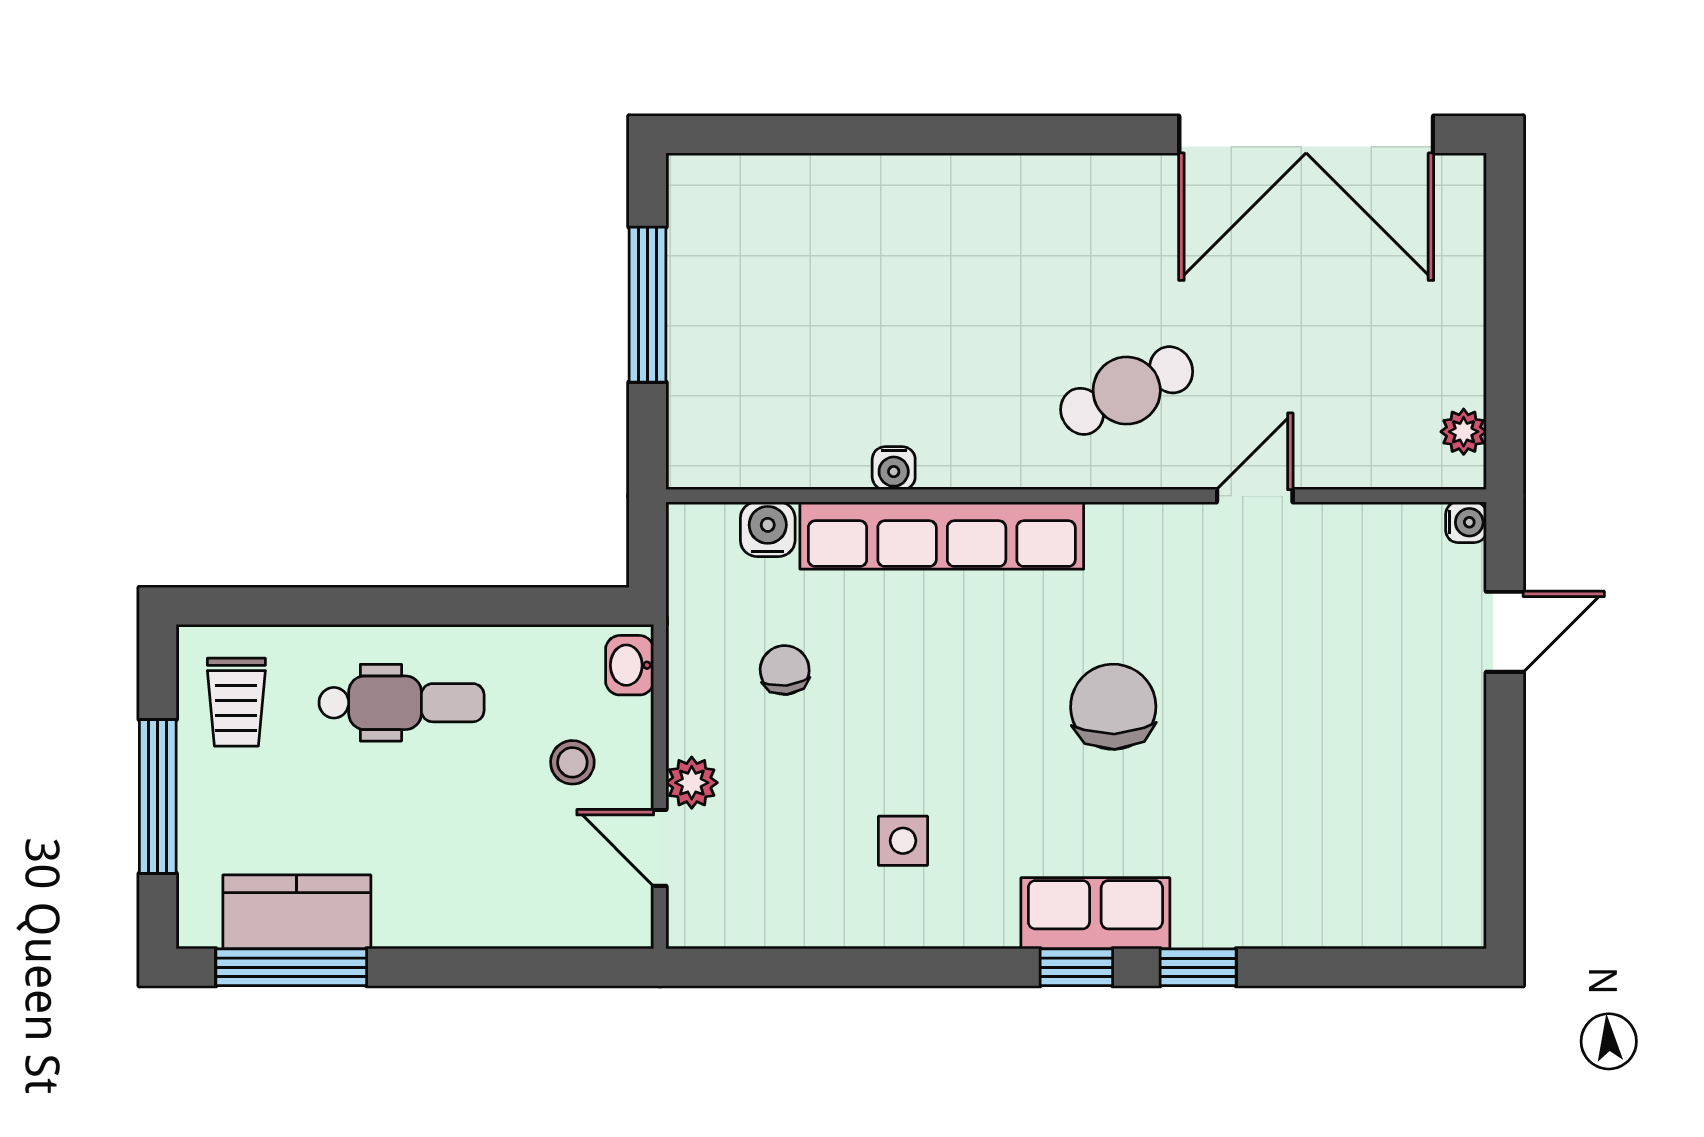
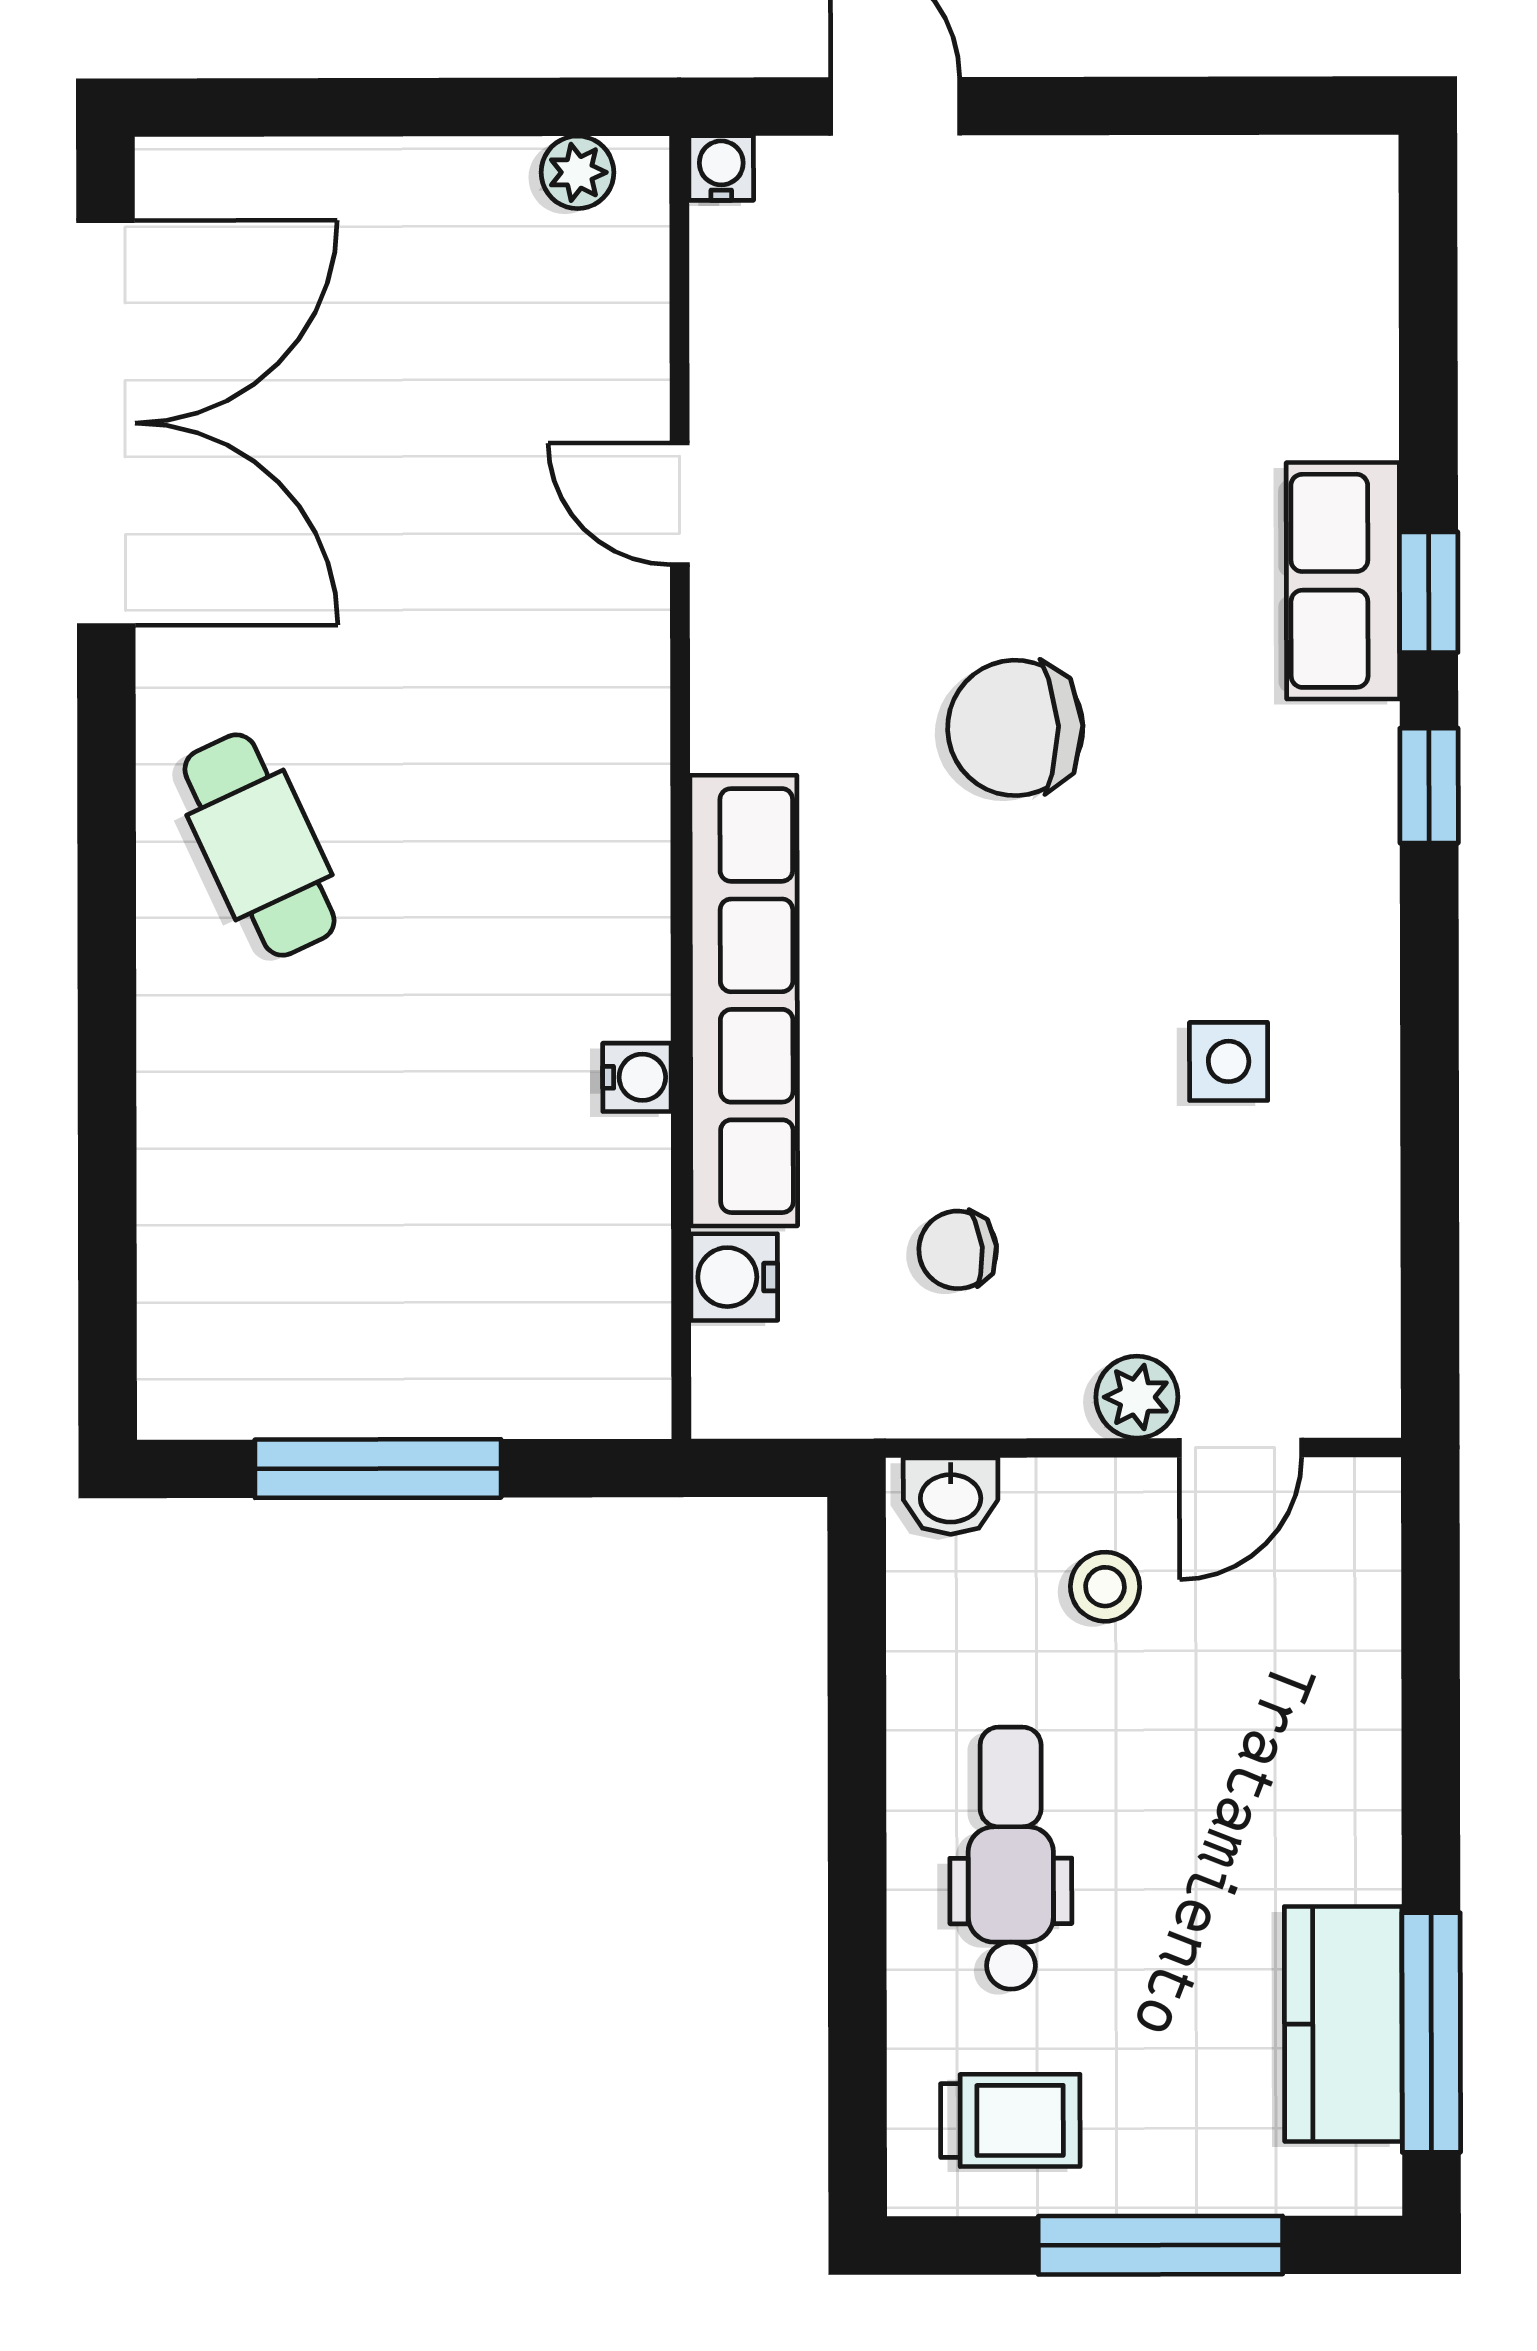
cafe table: (1127, 391) -> (259, 845), moved
row of seats: (1095, 913) -> (1343, 581), moved

